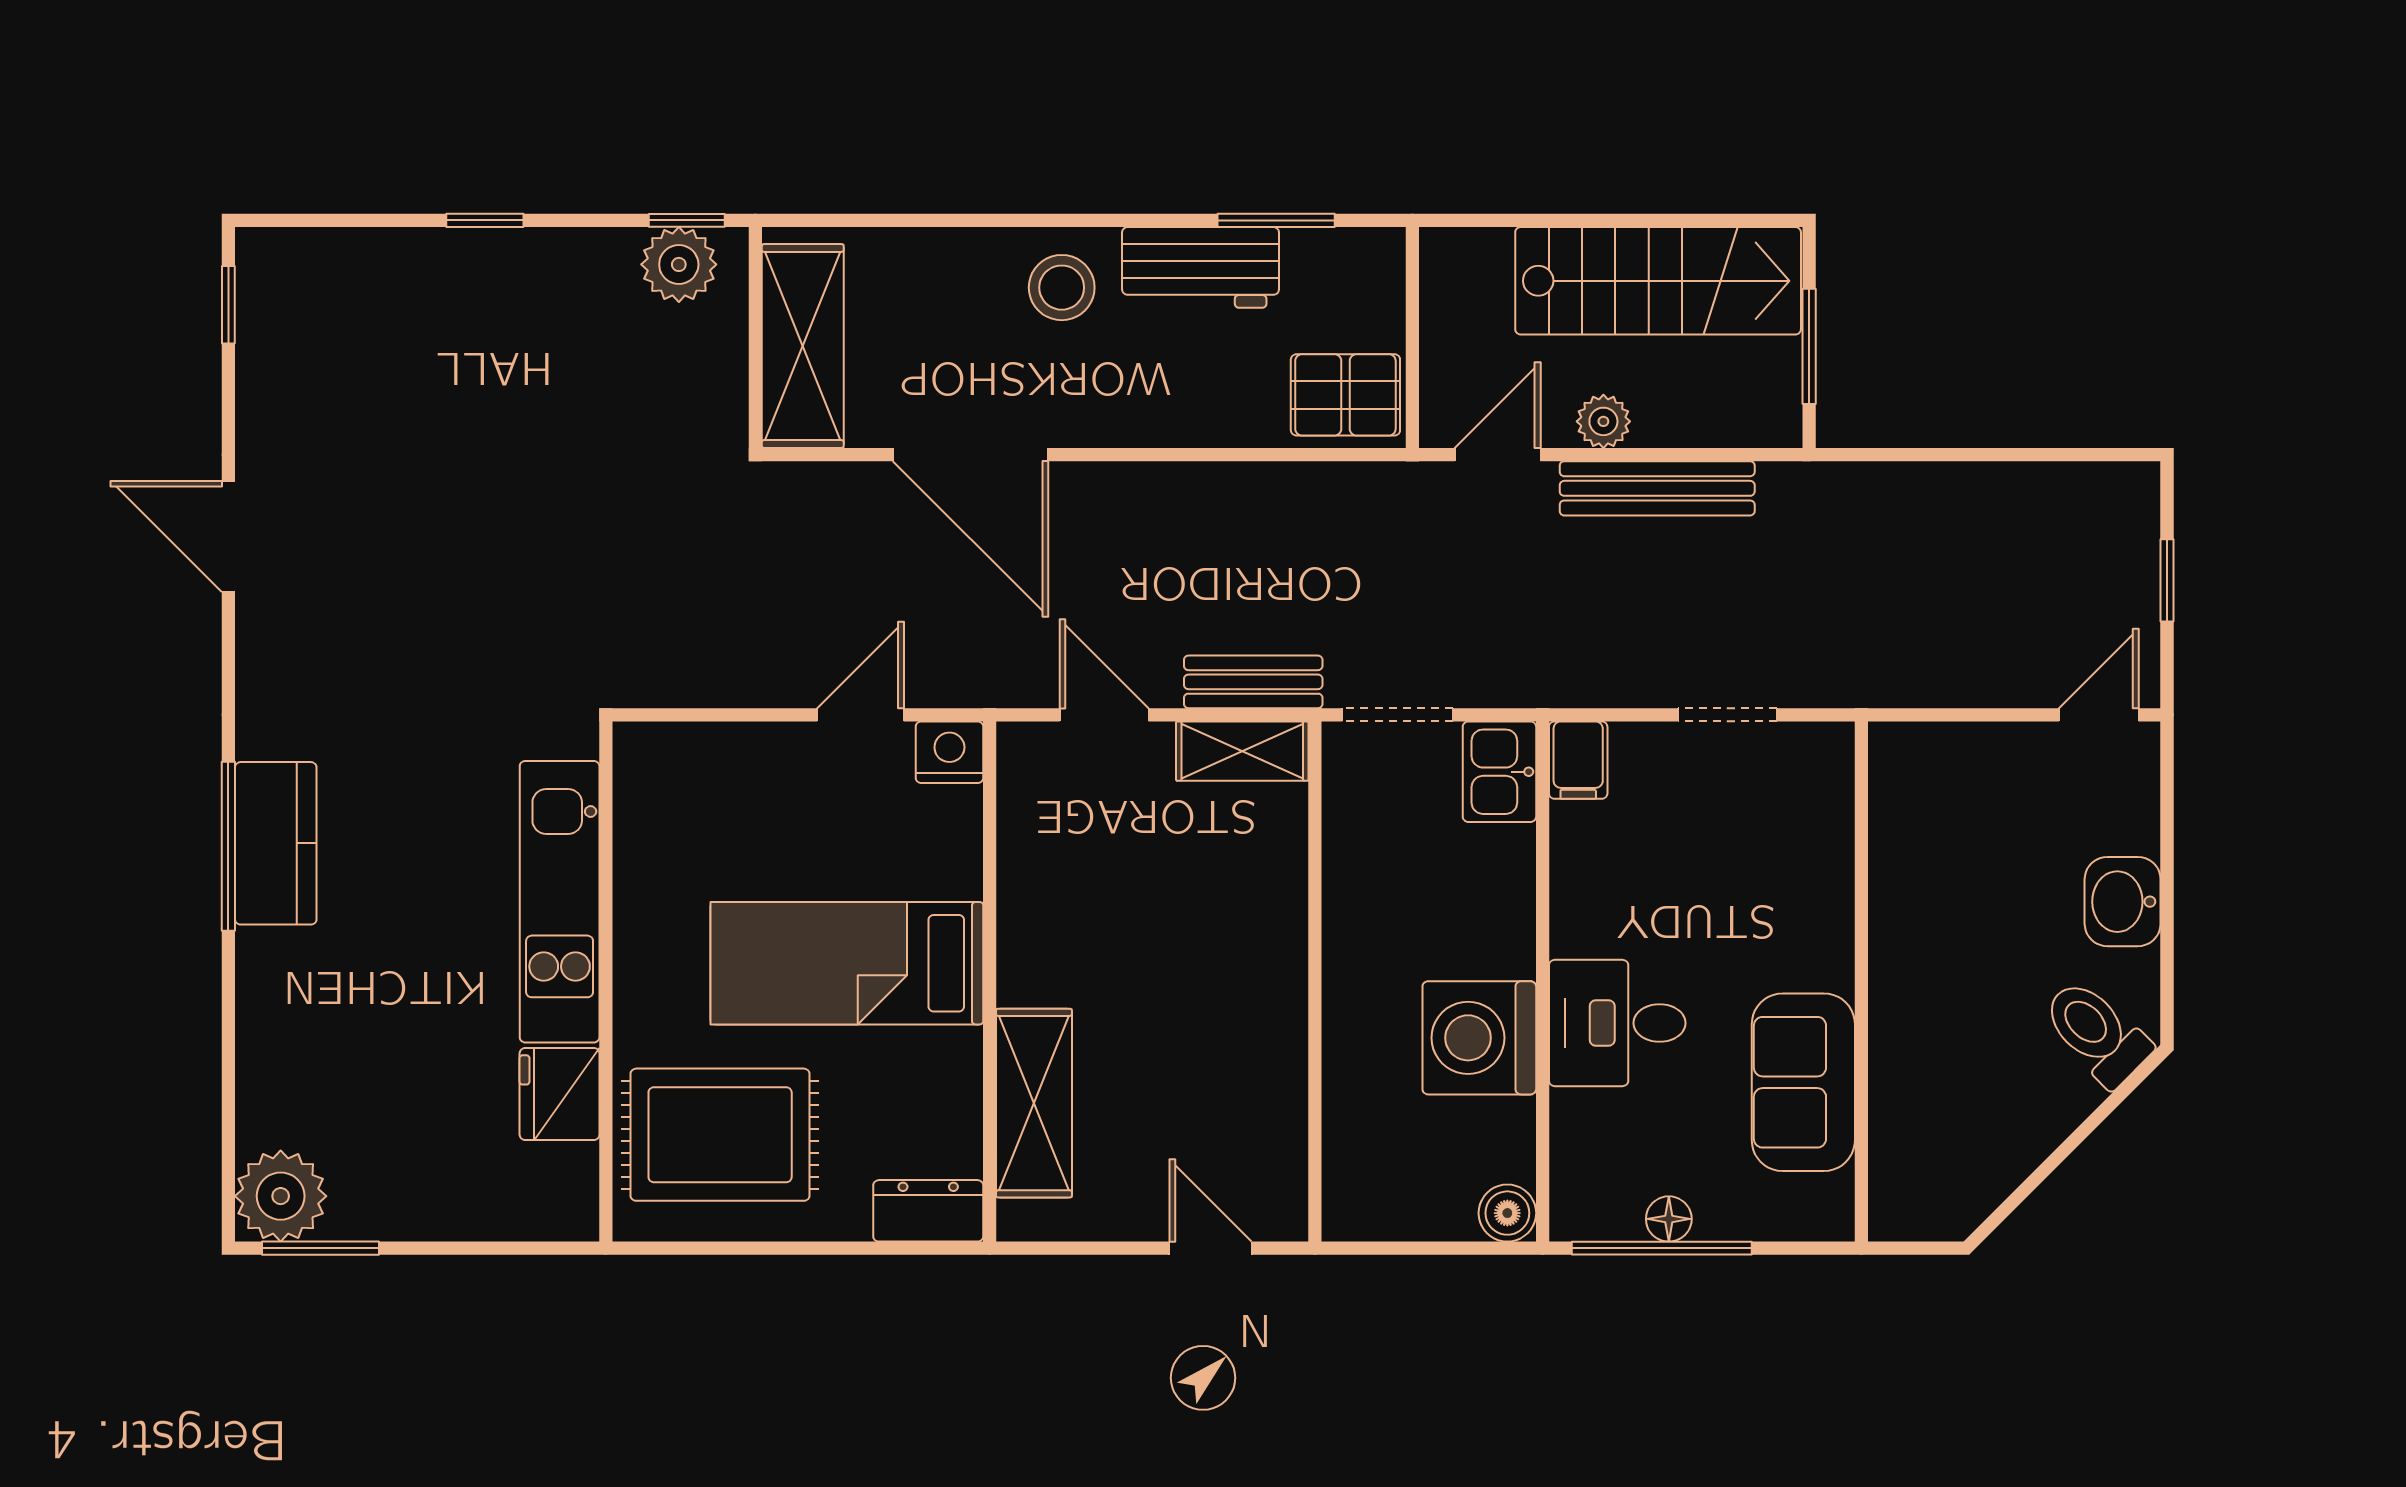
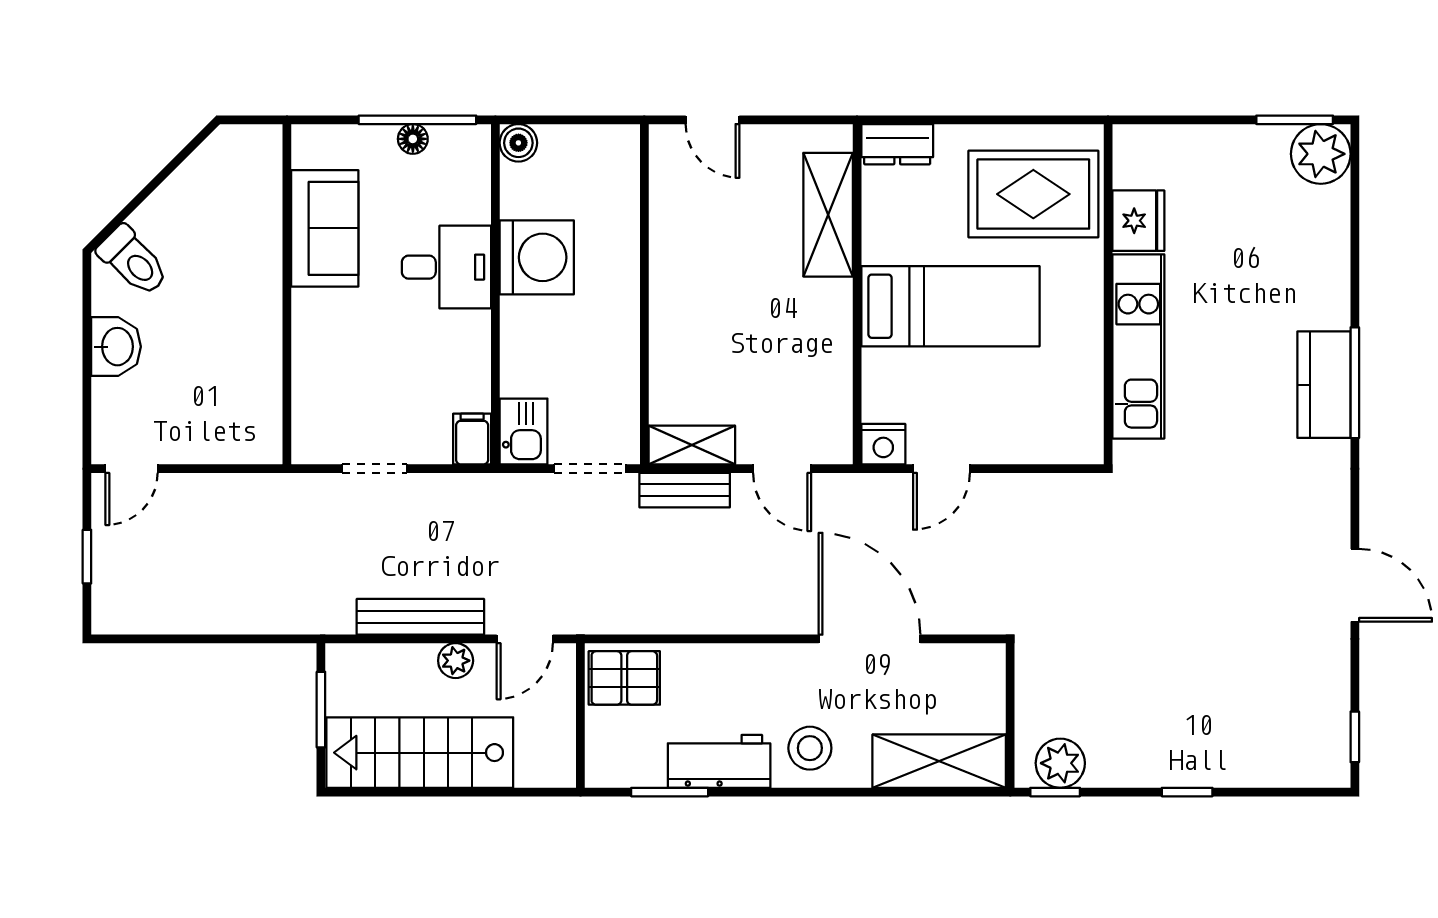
shelving: (803, 346) -> (939, 761), moved, turned 90

